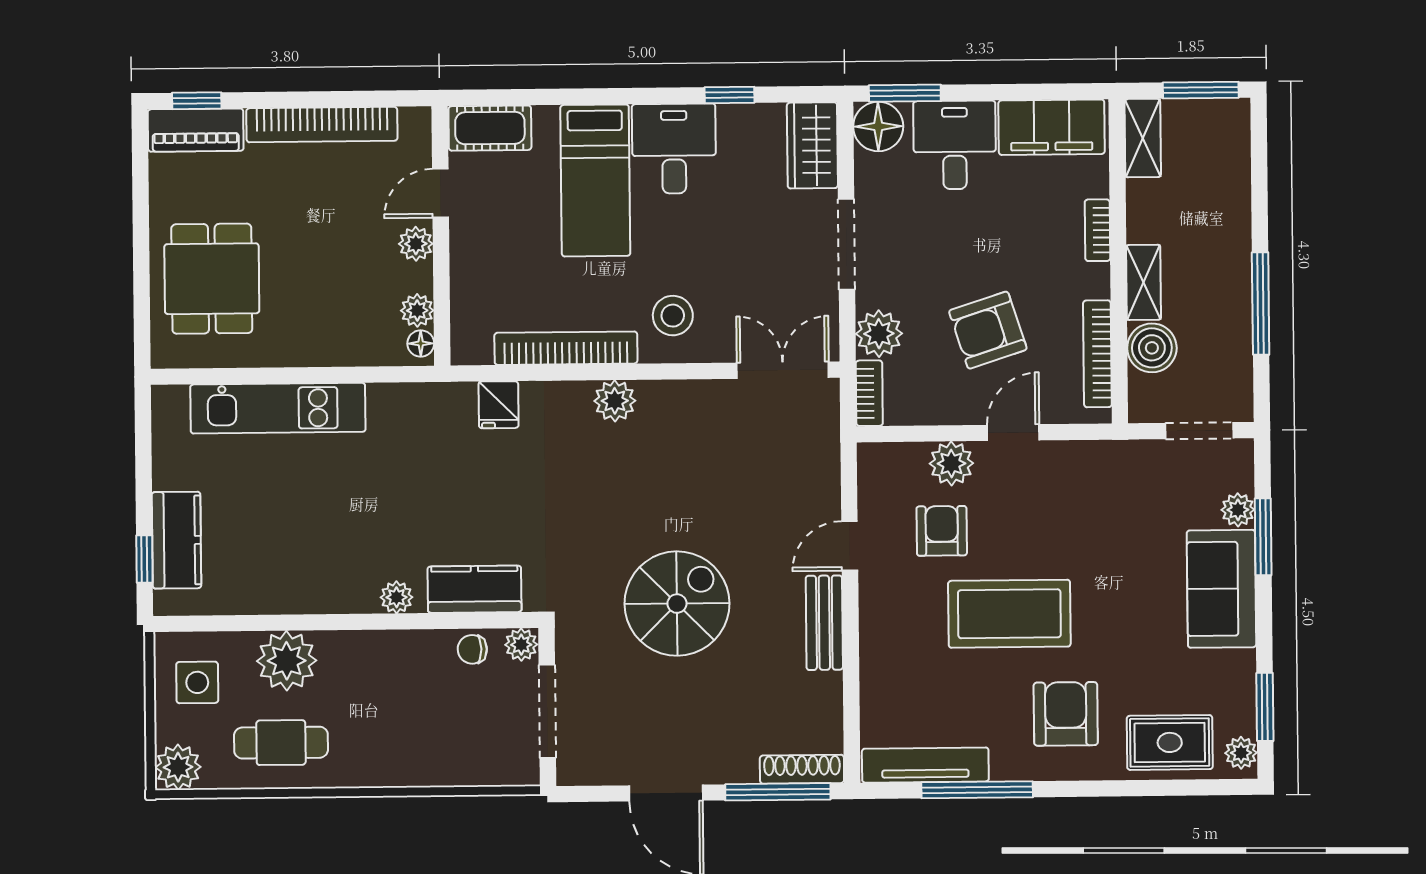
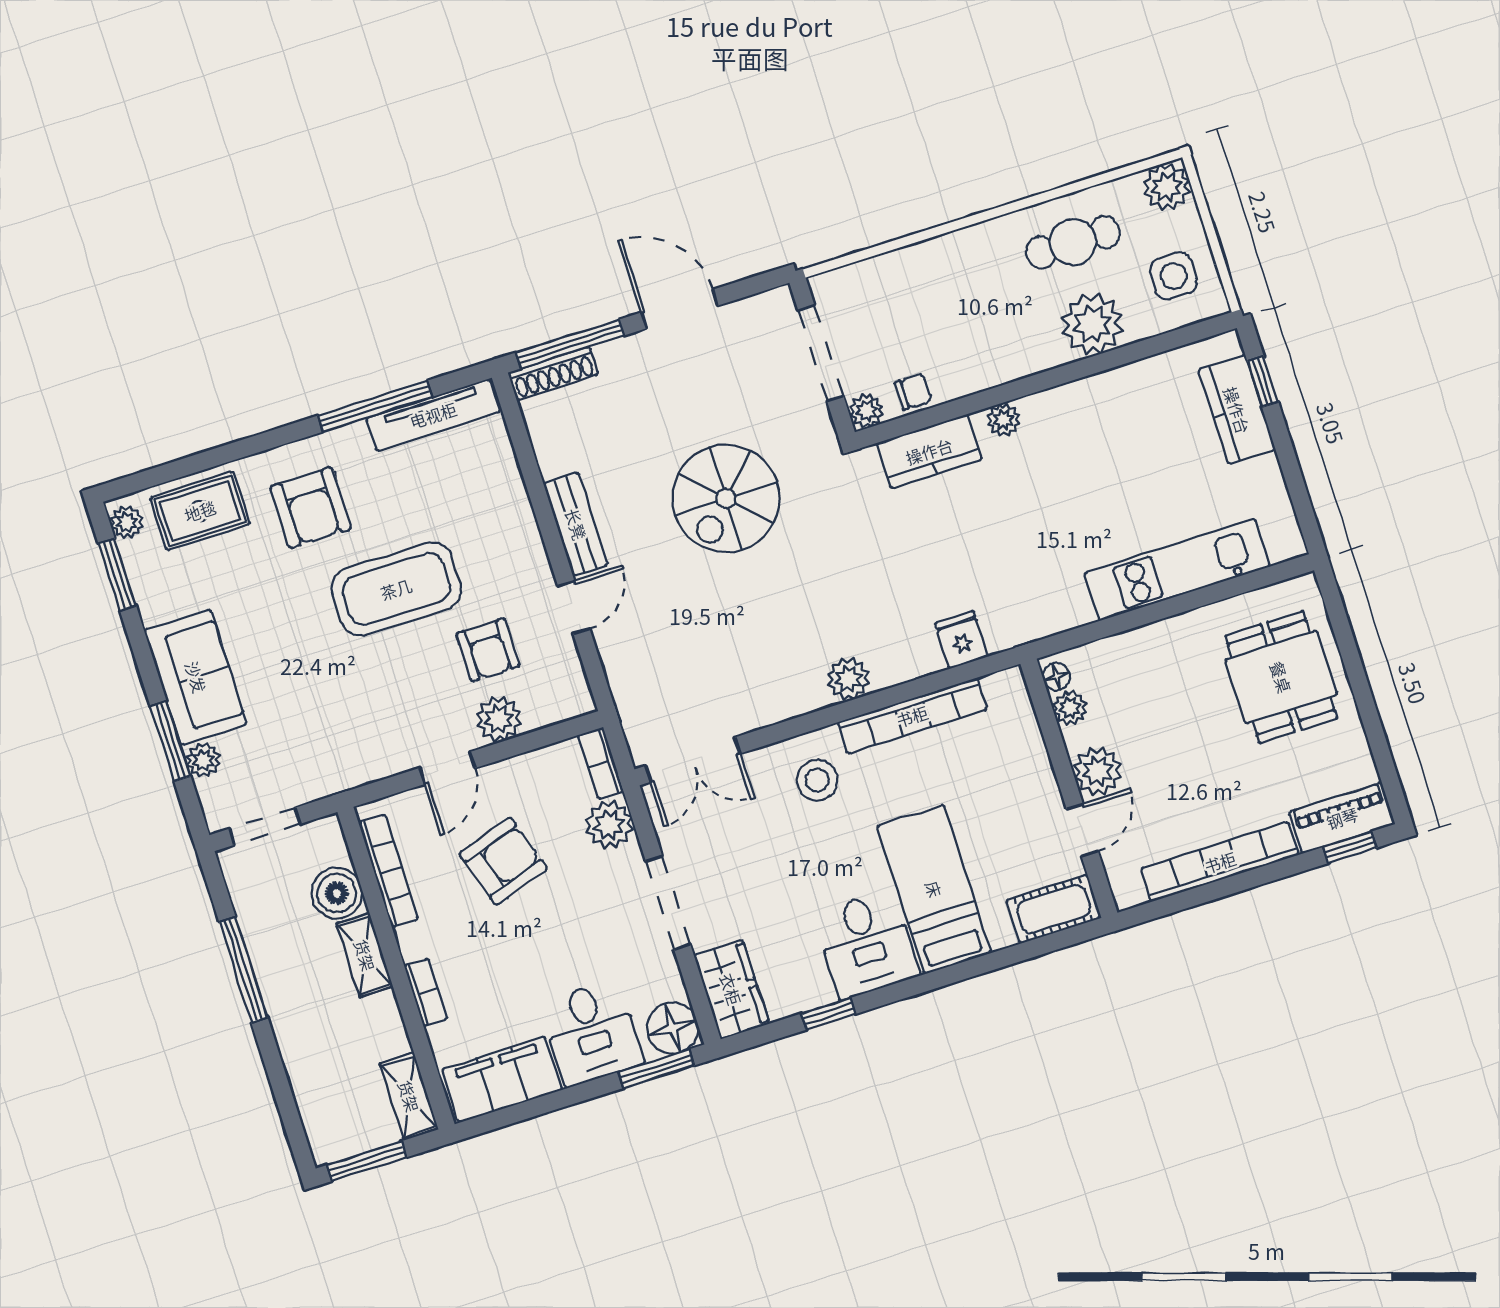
plant: (416, 244) -> (1098, 771), width x1.38, depth x1.38

